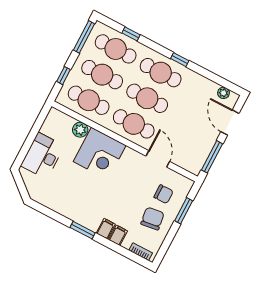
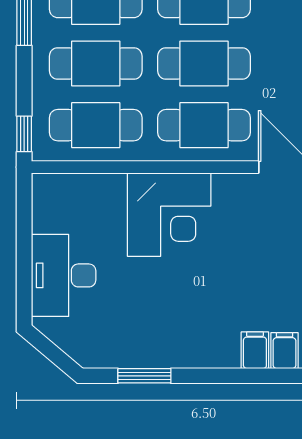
window: (64, 76) -> (24, 134), moved
plant: (80, 130) -> (109, 189), removed
window: (83, 230) -> (144, 376), moved

